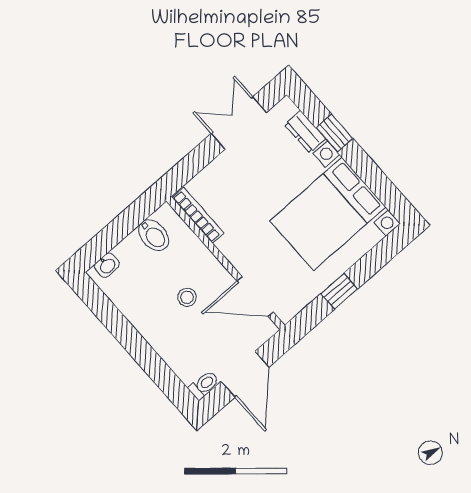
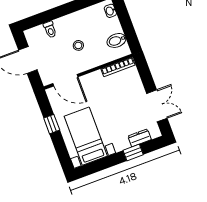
bed with nightstands: (328, 214) -> (86, 136), width x0.73
door: (255, 297) -> (65, 80), swing flipped
toilet: (204, 385) -> (50, 29), moved

